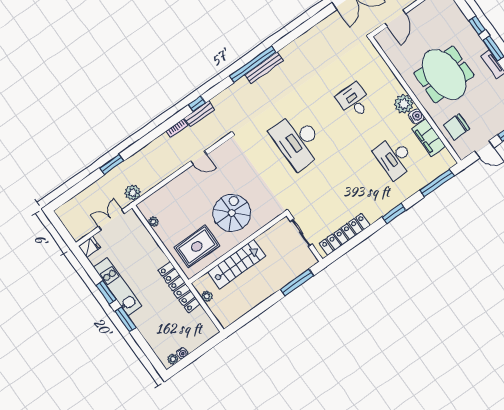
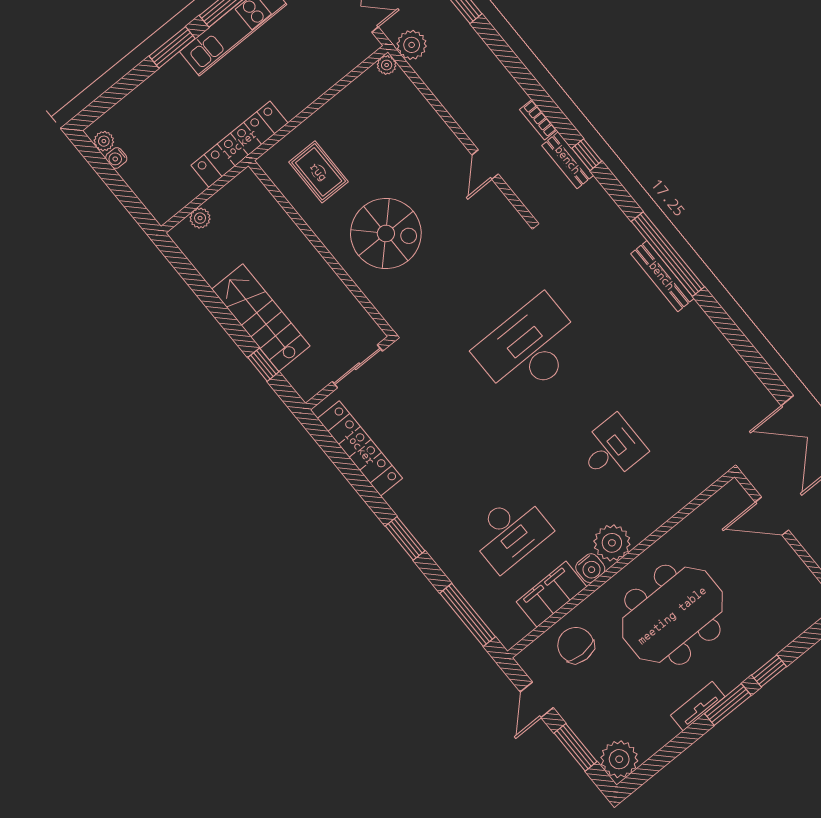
desk: (394, 158) -> (510, 532), turned 180
plant: (153, 222) -> (387, 65), moved
rug: (197, 246) -> (319, 172), width x0.73, depth x0.70
stairs: (237, 264) -> (261, 318), moved, turned 180
window: (297, 282) -> (263, 365), width x0.46
plant: (207, 296) -> (200, 218), moved

